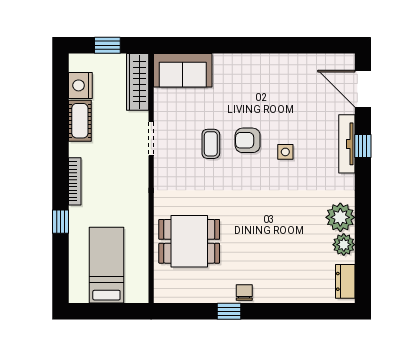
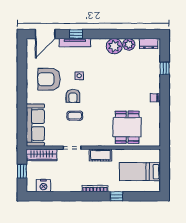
sofa: (183, 70) -> (35, 125), width x1.36
armchair: (279, 96) -> (49, 79), added
cot: (80, 121) -> (100, 155), moved
window: (229, 311) -> (165, 68), moved

